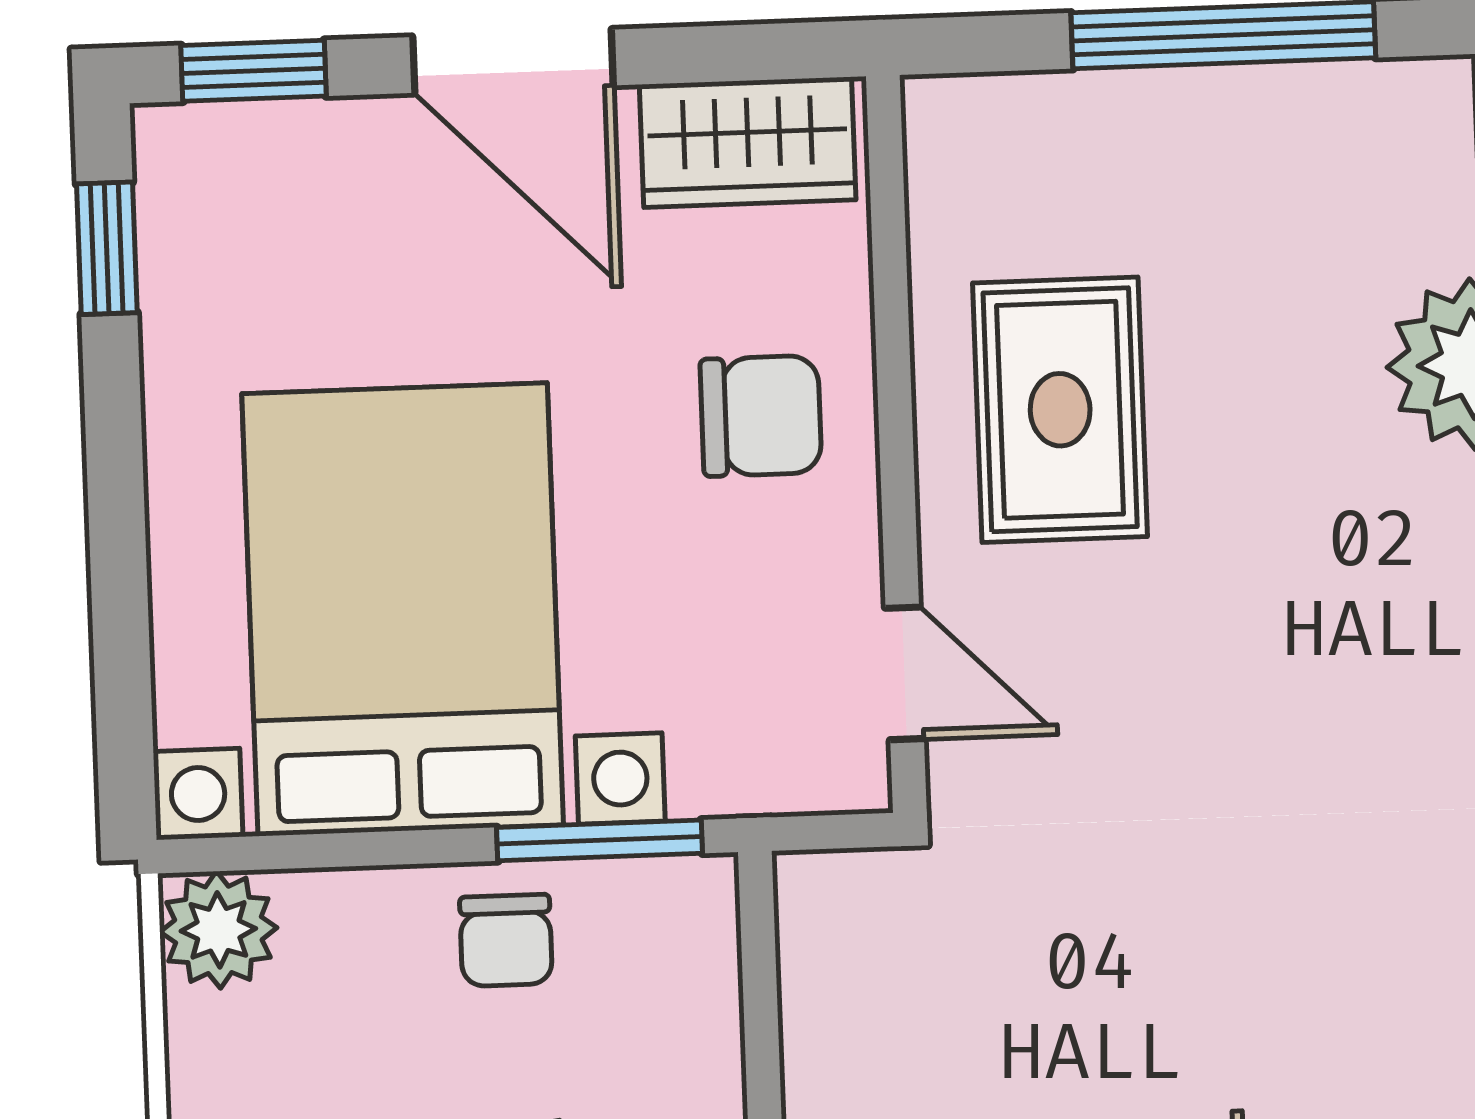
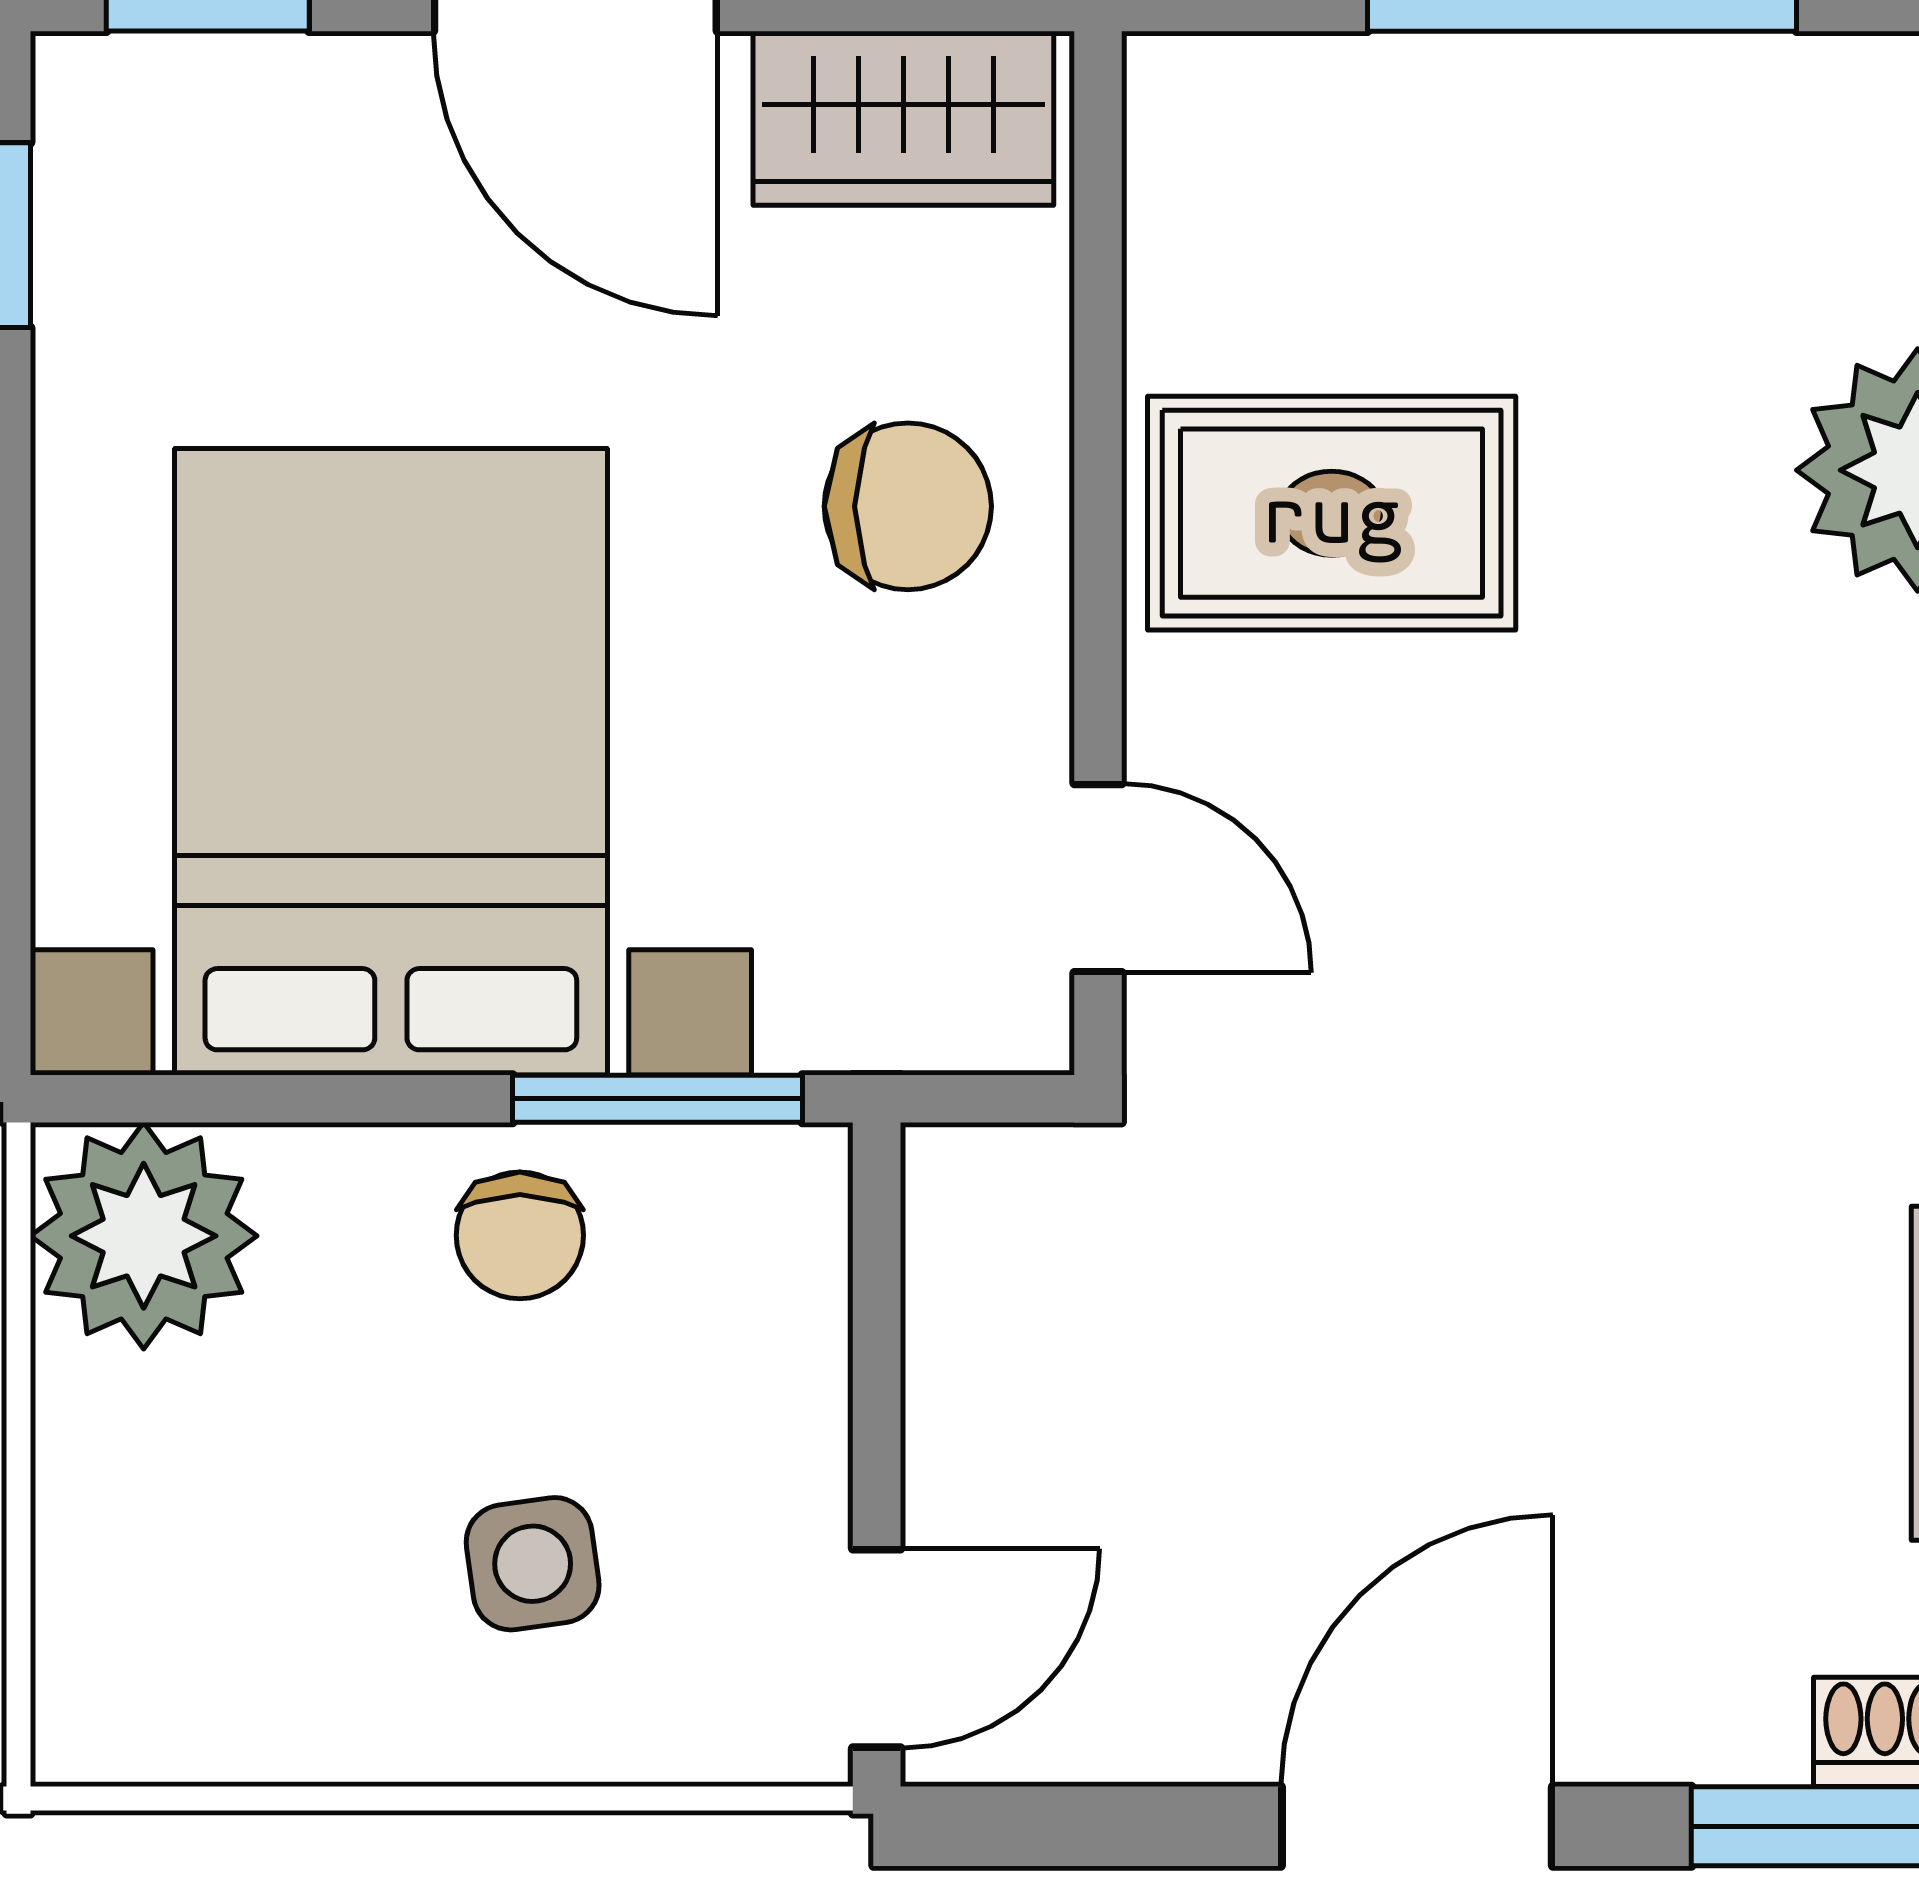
rug: (1060, 410) -> (1332, 513), turned 90
plant: (218, 930) -> (144, 1236), width x1.36, depth x1.36

